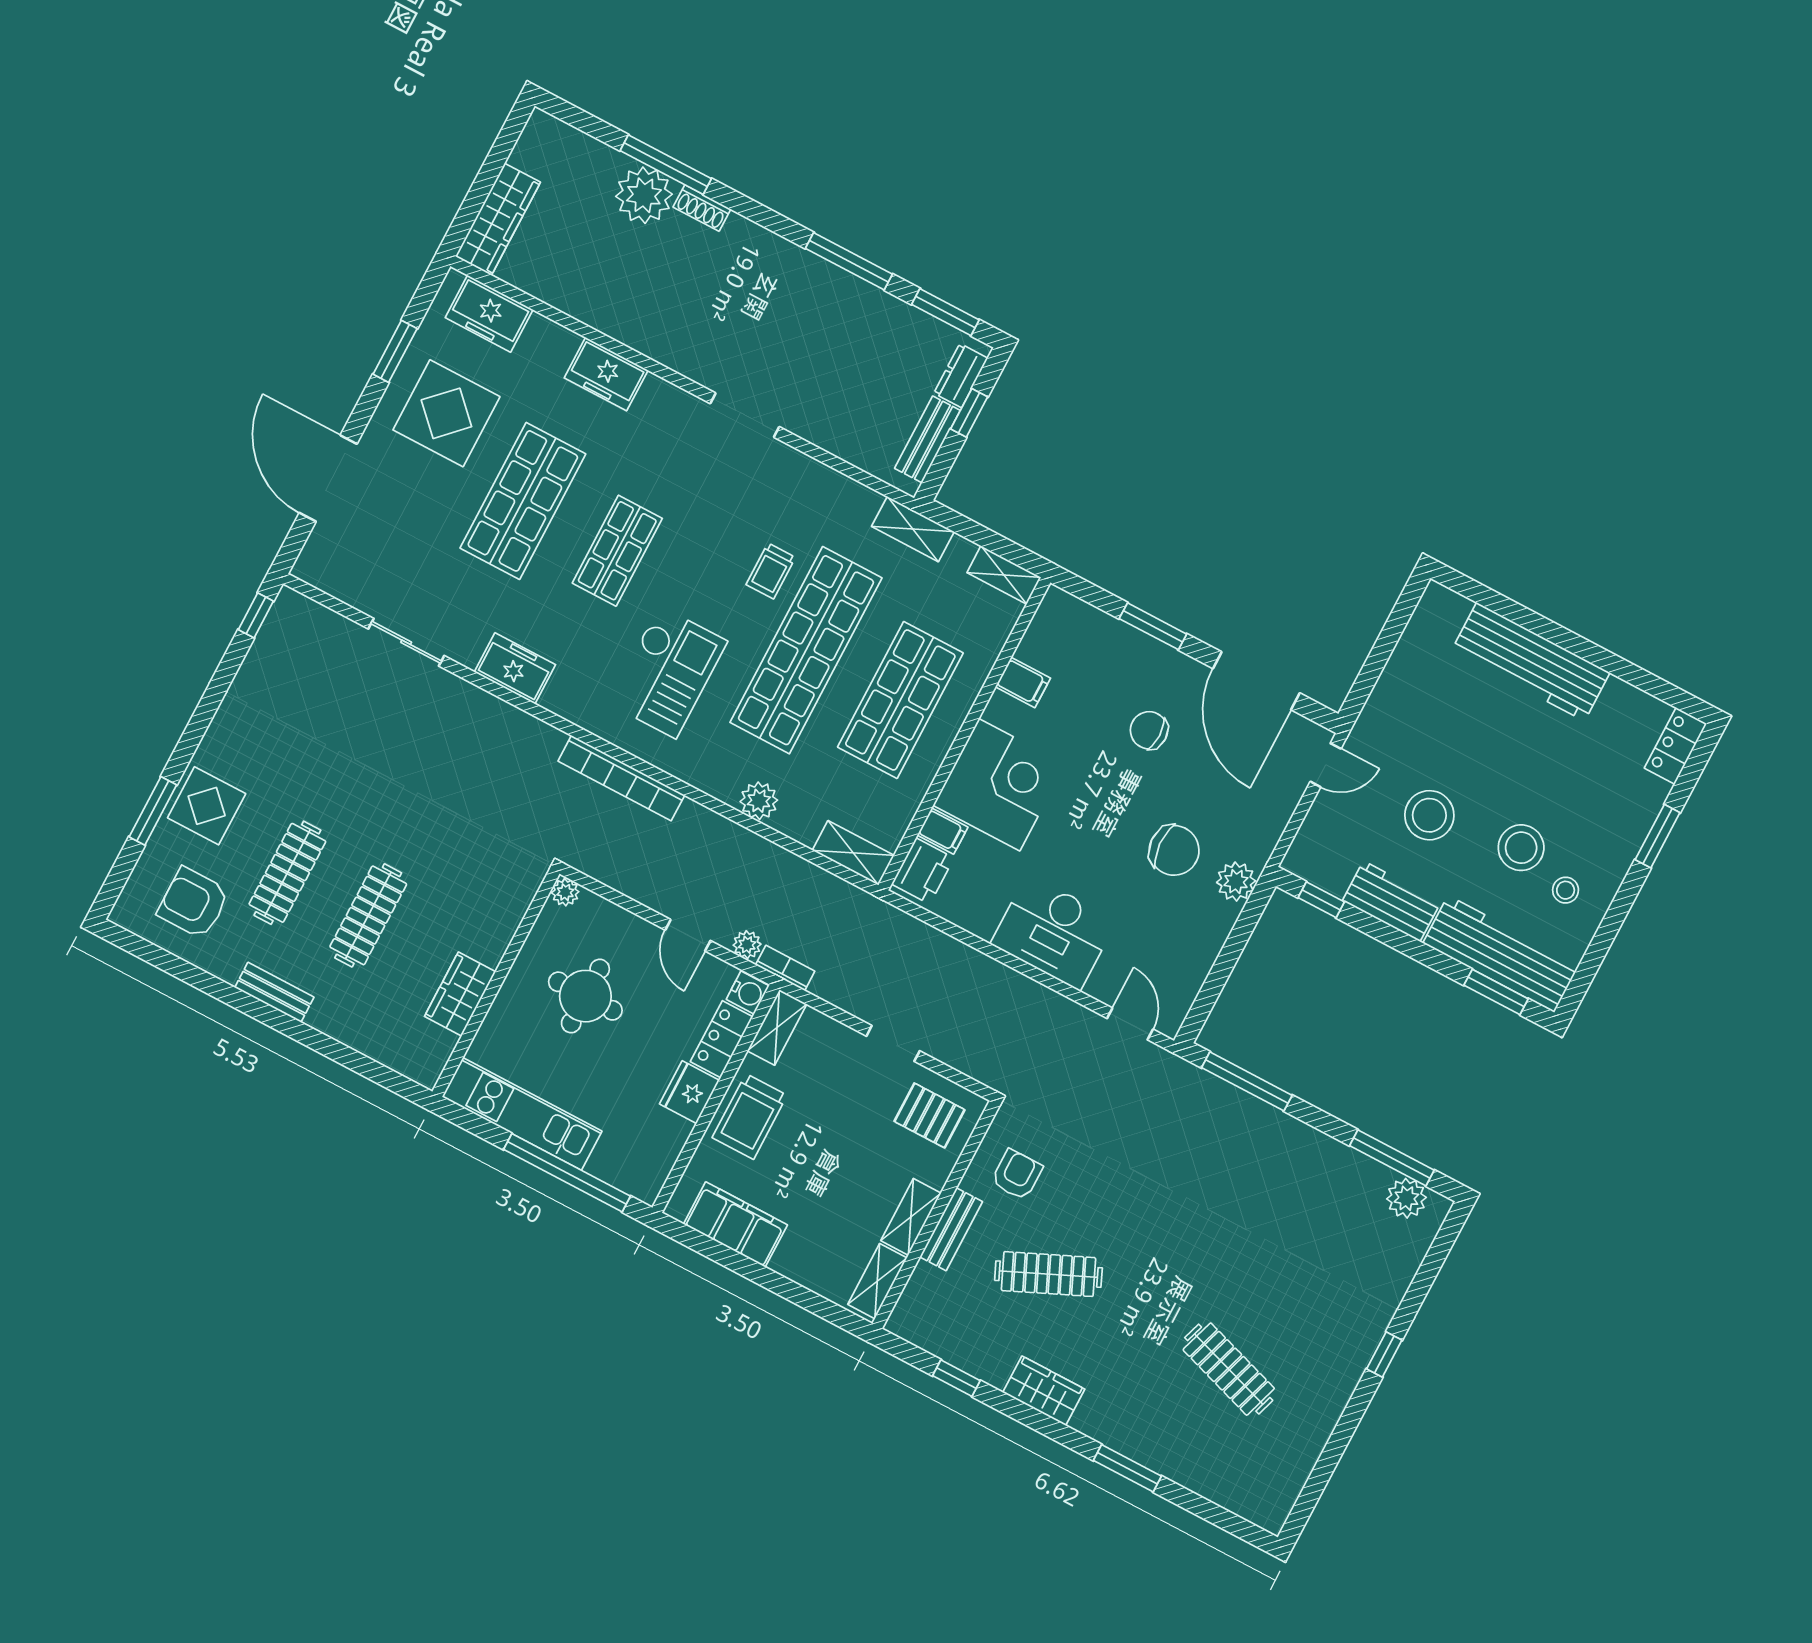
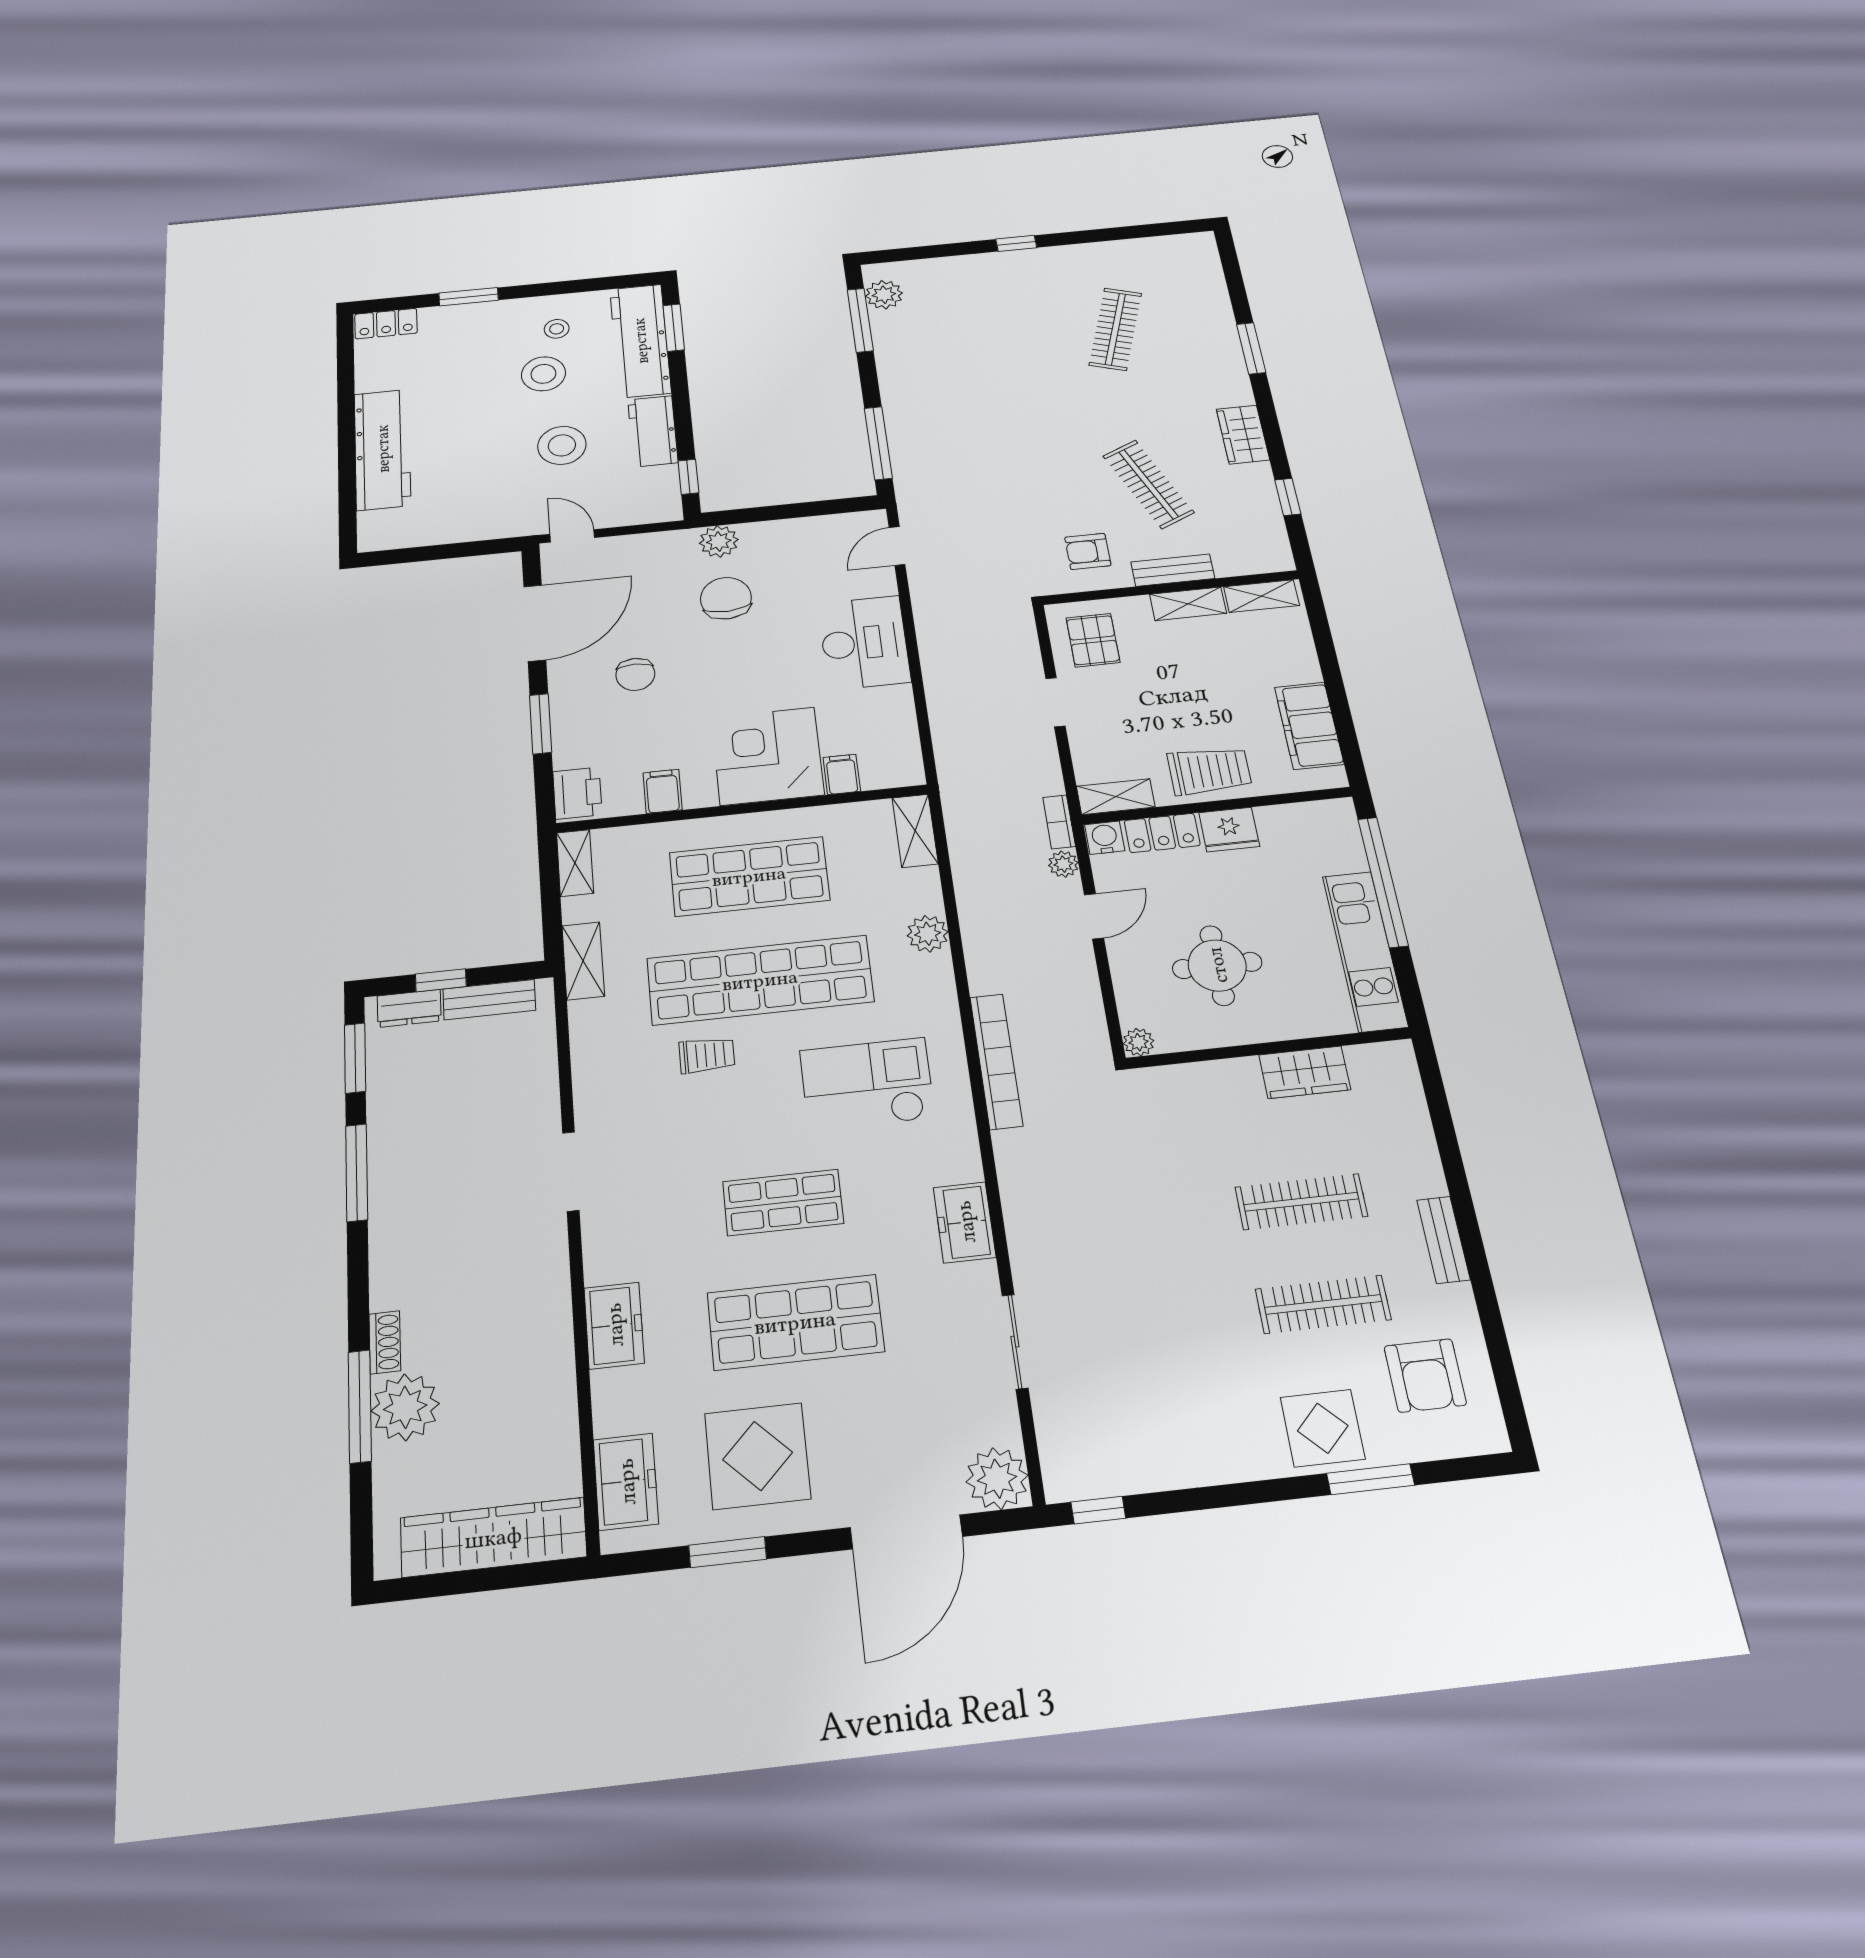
wardrobe: (498, 219) -> (493, 1537), width x1.40, depth x1.17
plant: (322, 563) -> (997, 1479), added
printer: (923, 871) -> (577, 793), moved, turned 90

